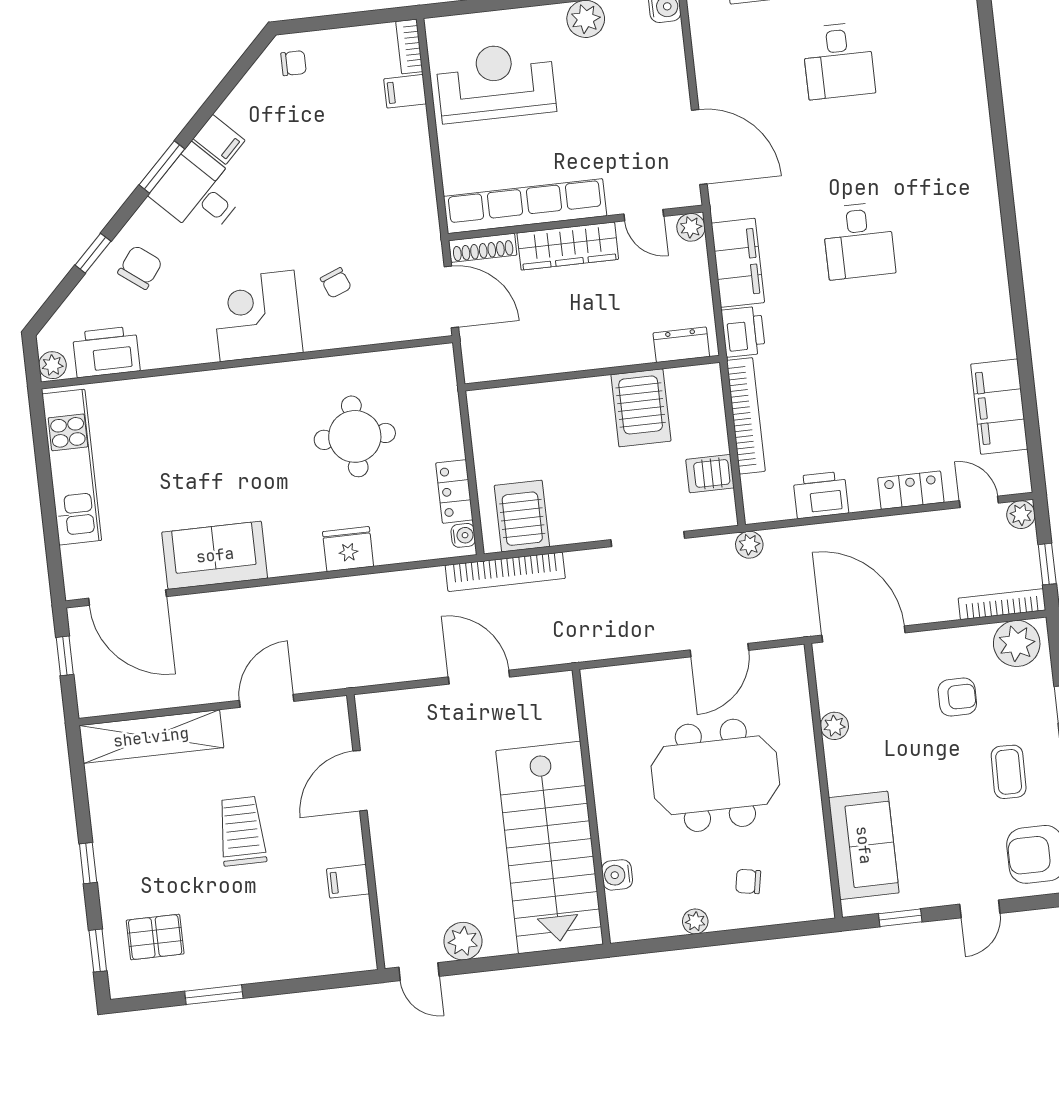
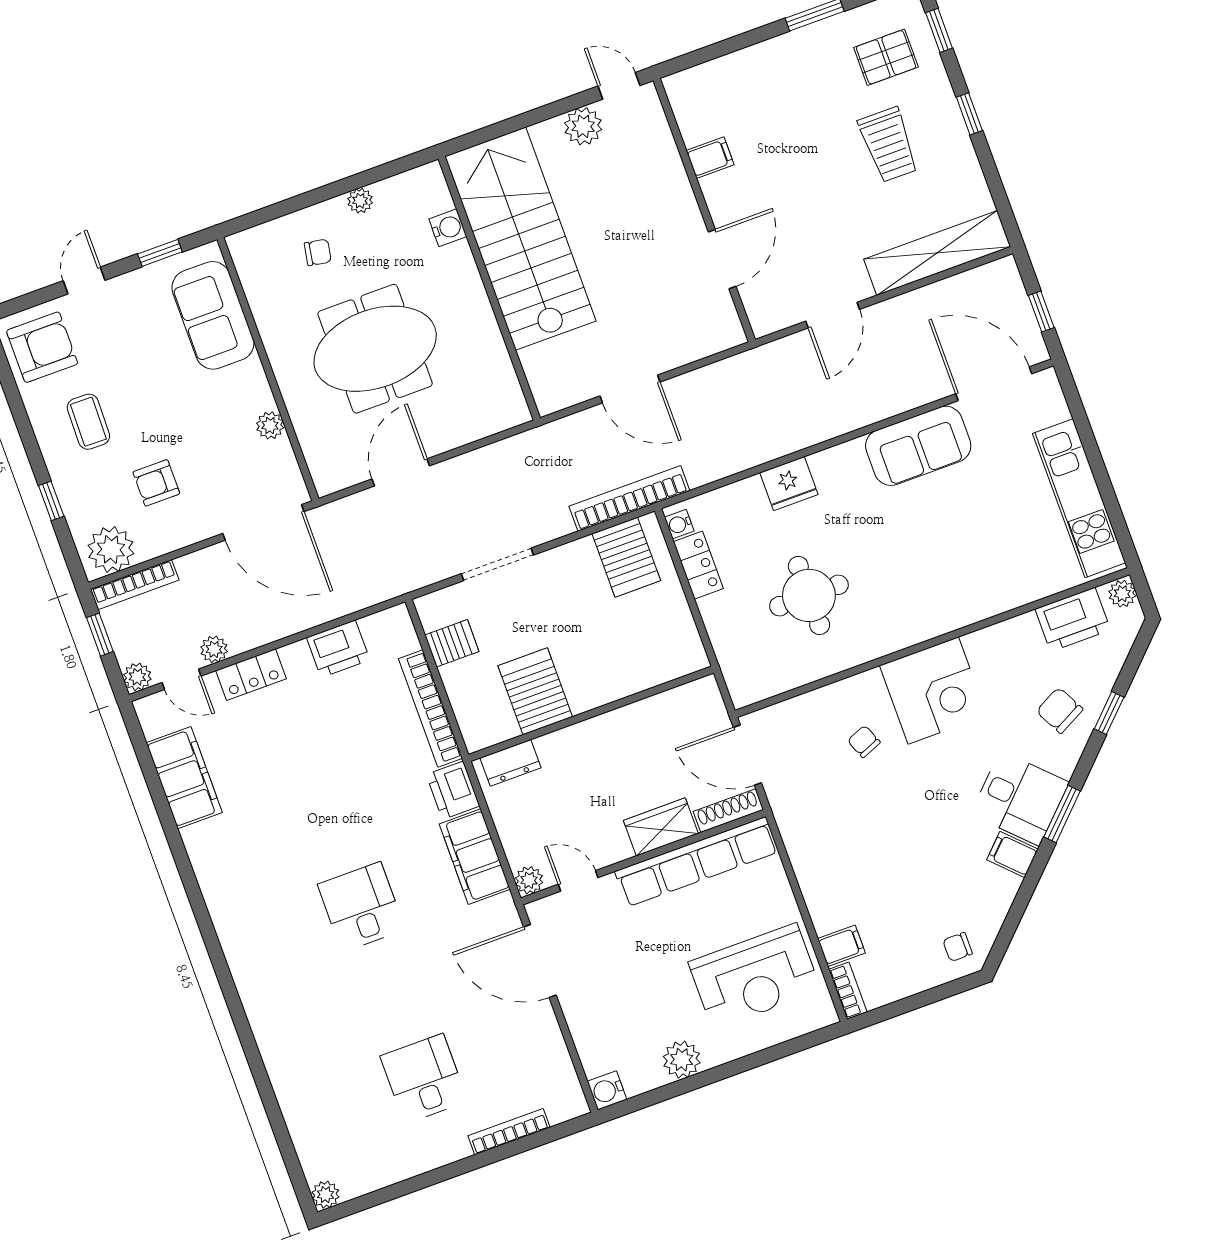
wardrobe: (568, 246) -> (661, 827), width x0.67
chair: (140, 267) -> (1060, 710), turned 115
plant: (749, 545) -> (214, 649), moved
trolley: (242, 831) -> (888, 145), moved

